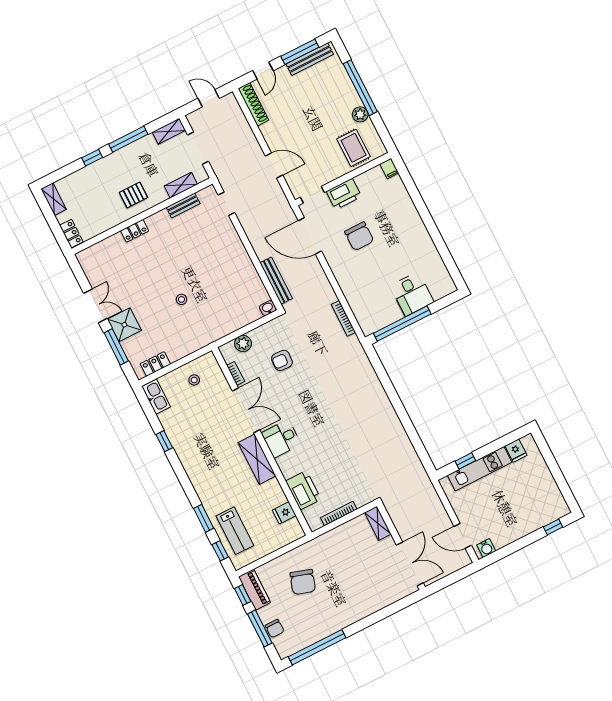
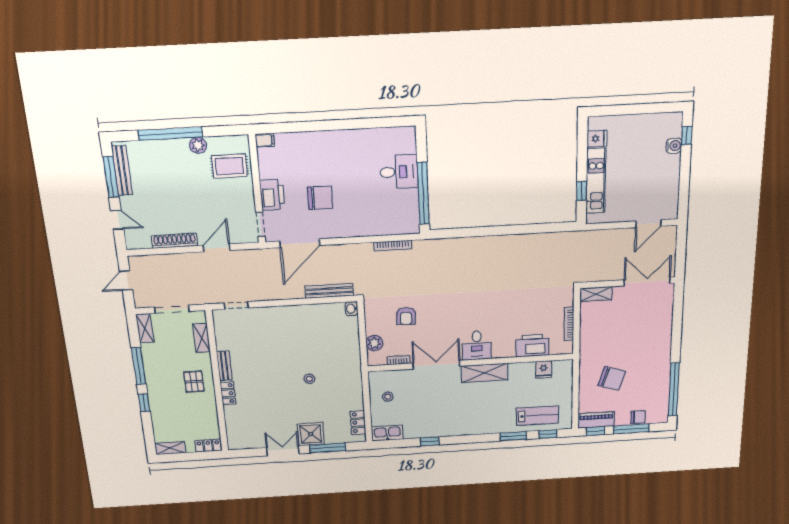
shoe rack: (253, 104) -> (175, 241), moved
bench: (183, 205) -> (224, 366), moved
water cooler: (486, 548) -> (674, 146), moved

